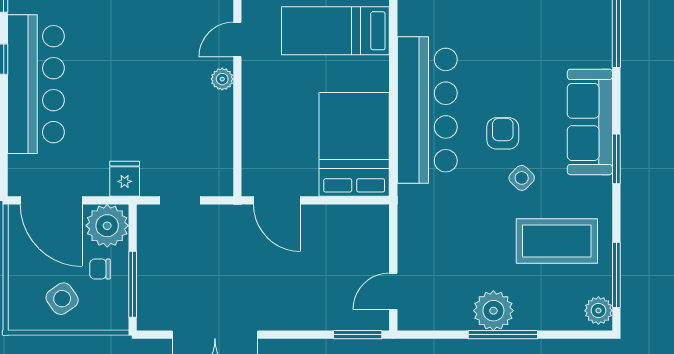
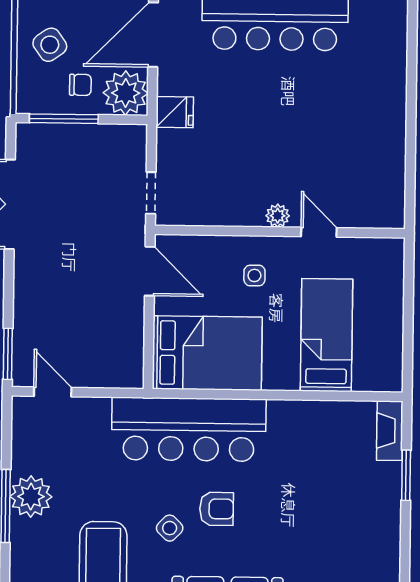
side table: (280, 100) -> (254, 275), added
bar counter: (427, 110) -> (189, 429), moved
doorway: (180, 200) -> (151, 193), moved
door: (277, 200) -> (150, 271), swing flipped
chair: (100, 269) -> (80, 85), turned 90

